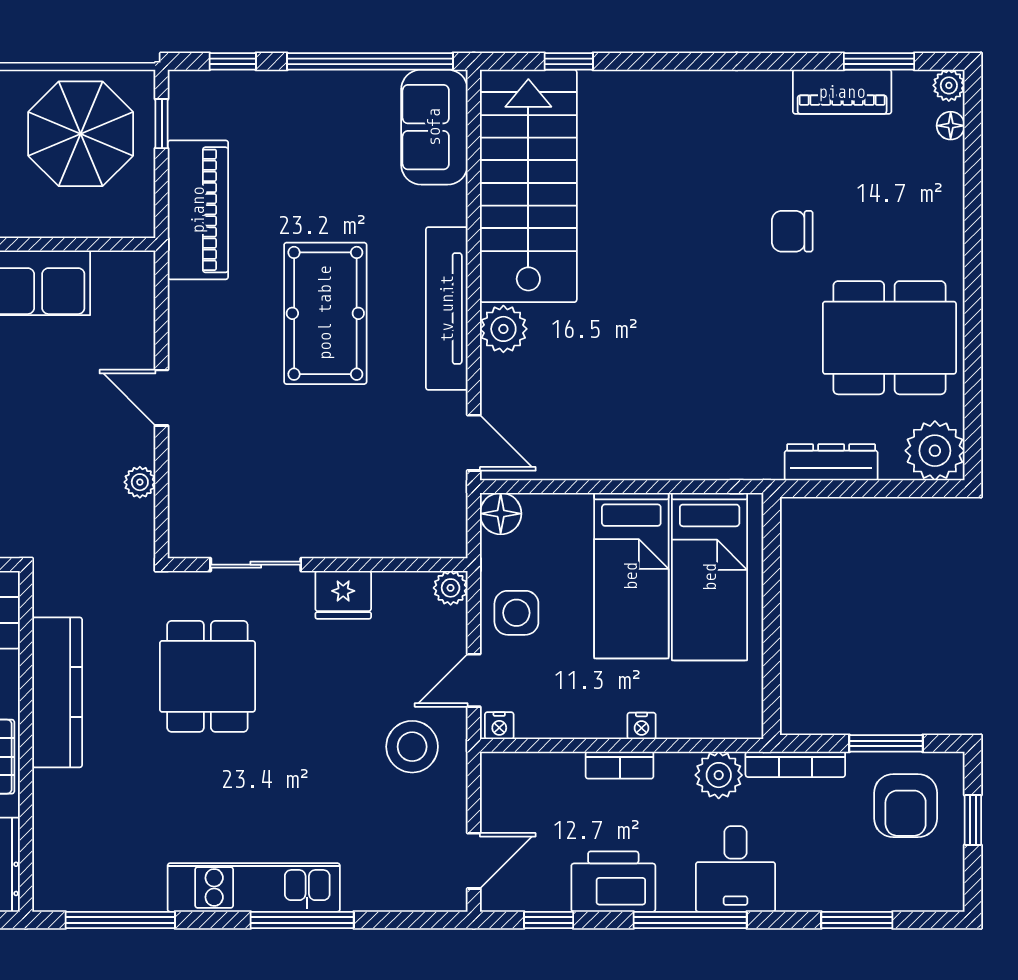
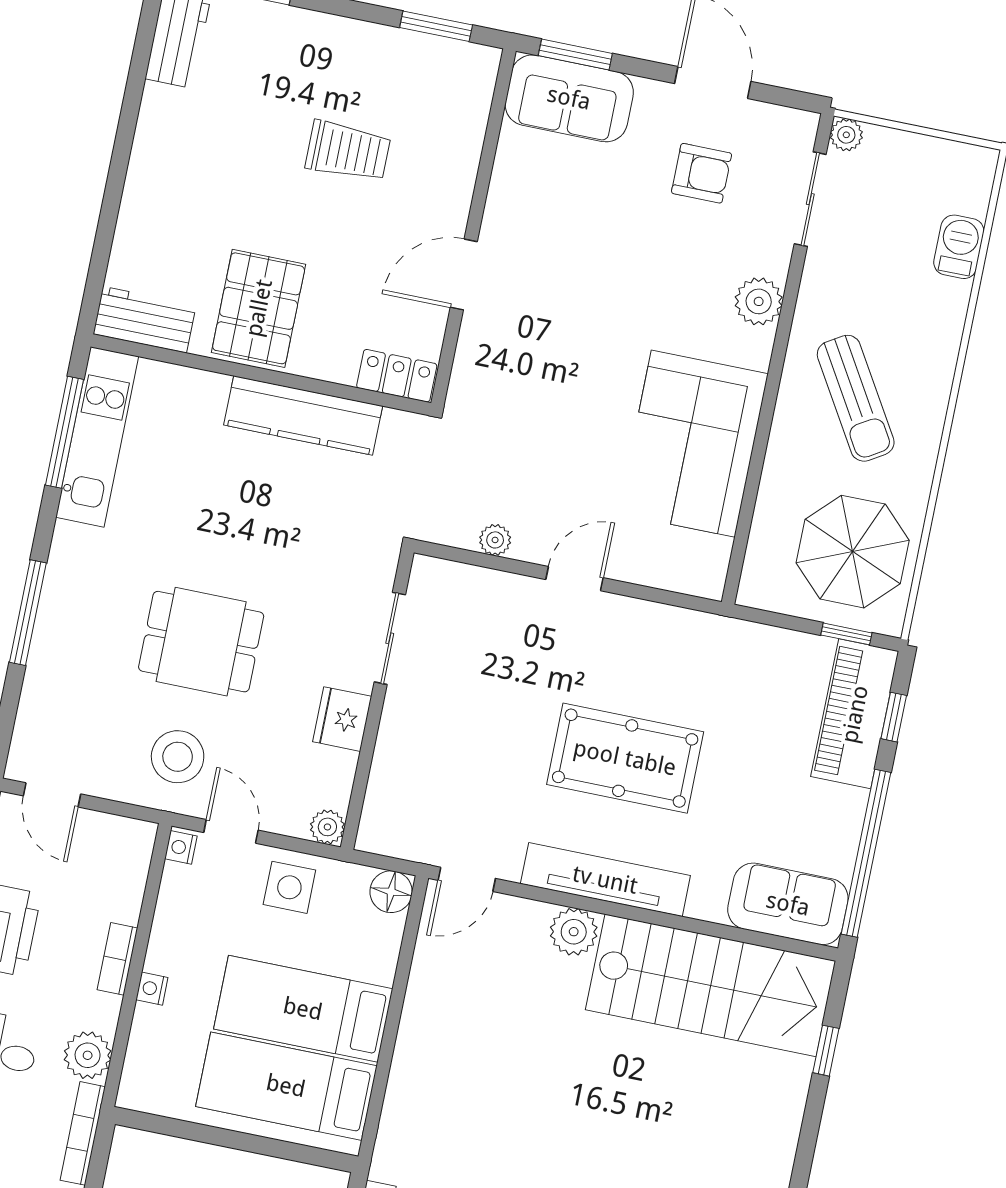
piano: (198, 210) -> (855, 714), moved, turned 90
dining table: (207, 676) -> (201, 642), moved
kitchen unit: (254, 887) -> (97, 437), moved

